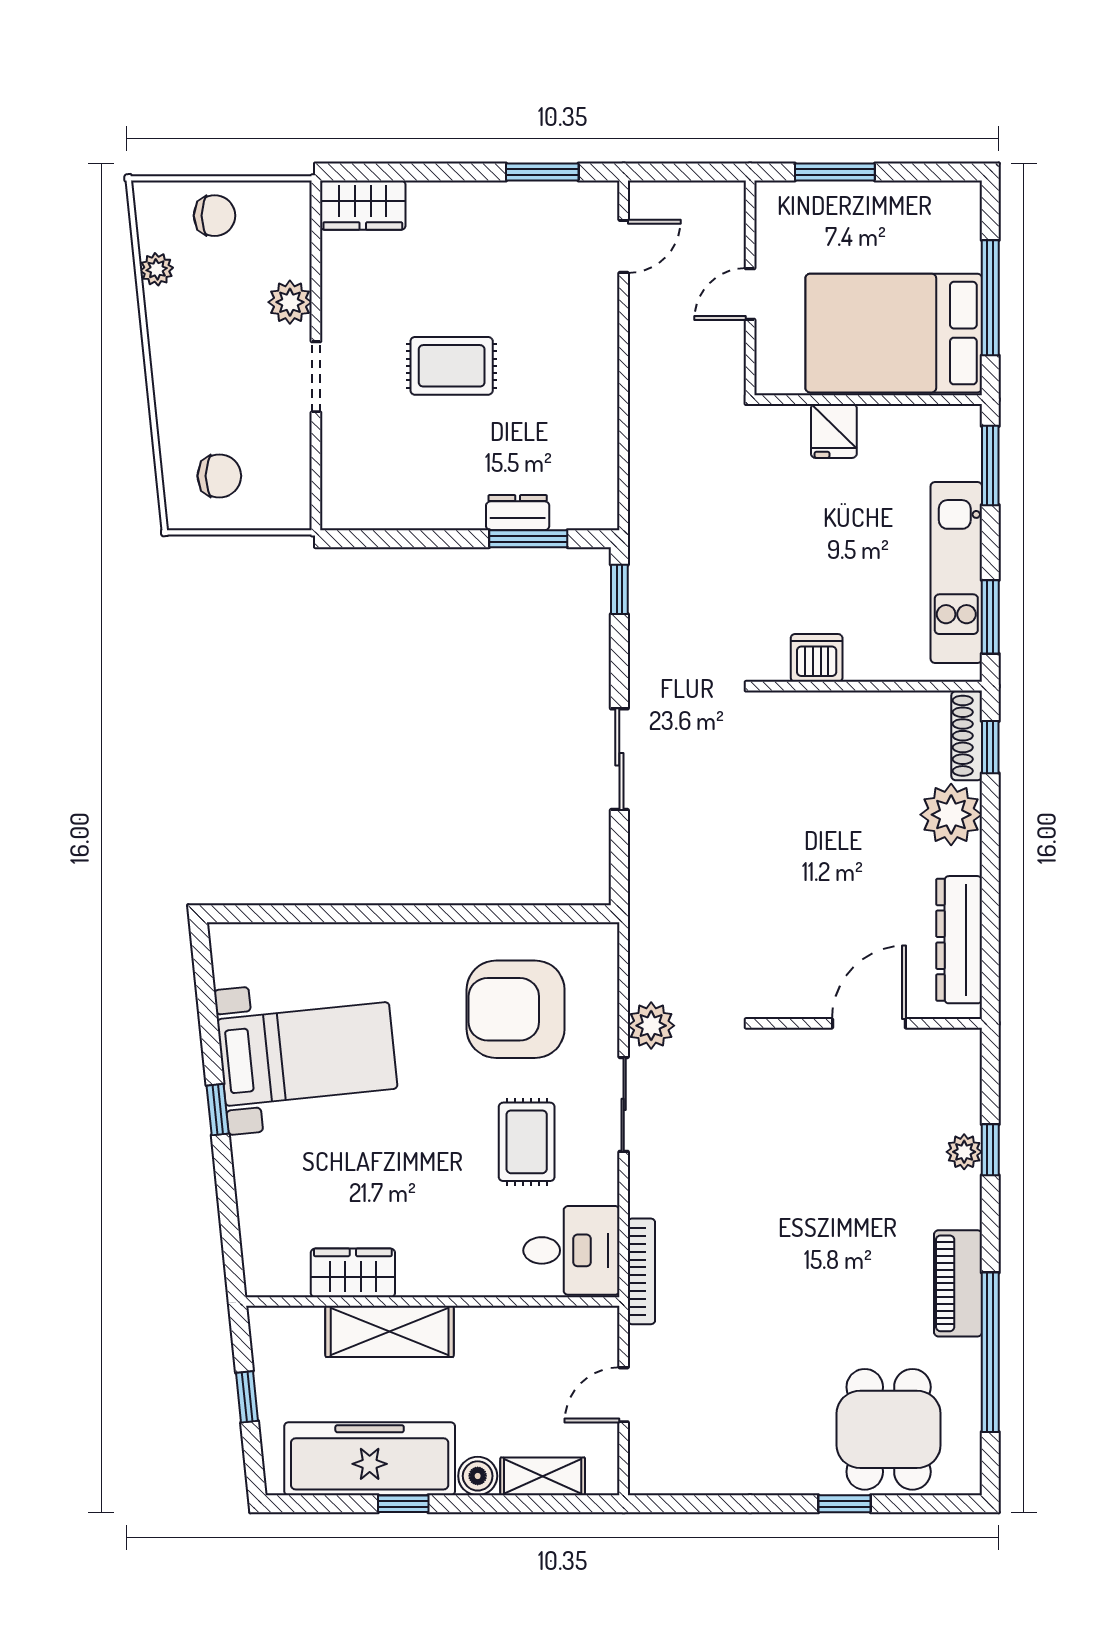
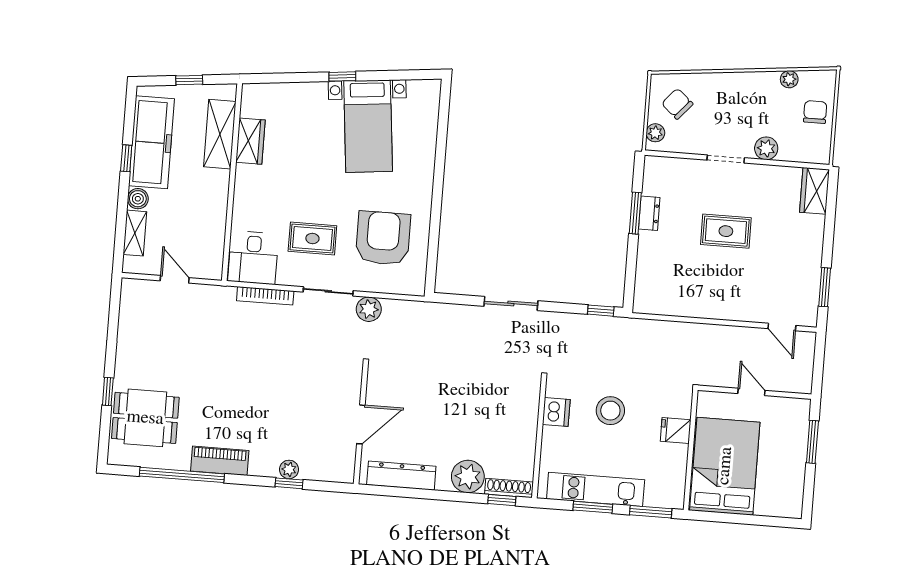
chair: (215, 216) -> (815, 112), turned 180
window: (990, 298) -> (739, 519), removed
rug: (452, 366) -> (726, 231), turned 90
chair: (219, 476) -> (677, 104), turned 131
plant: (277, 513) -> (655, 133), added
dresser: (518, 513) -> (649, 213), moved
window: (528, 539) -> (635, 213), moved
stool: (806, 556) -> (610, 411), added
window: (990, 617) -> (593, 507), moved
door: (869, 1023) -> (361, 424), hinge flipped
bookcase: (641, 1271) -> (265, 296), moved
shelving: (390, 1331) -> (220, 134), moved

